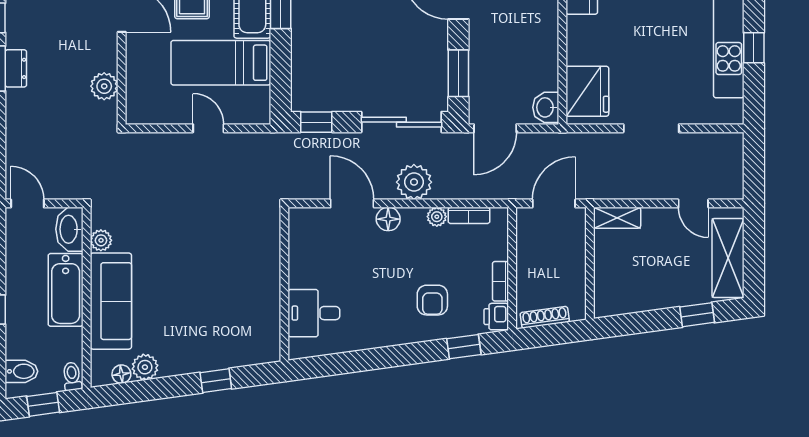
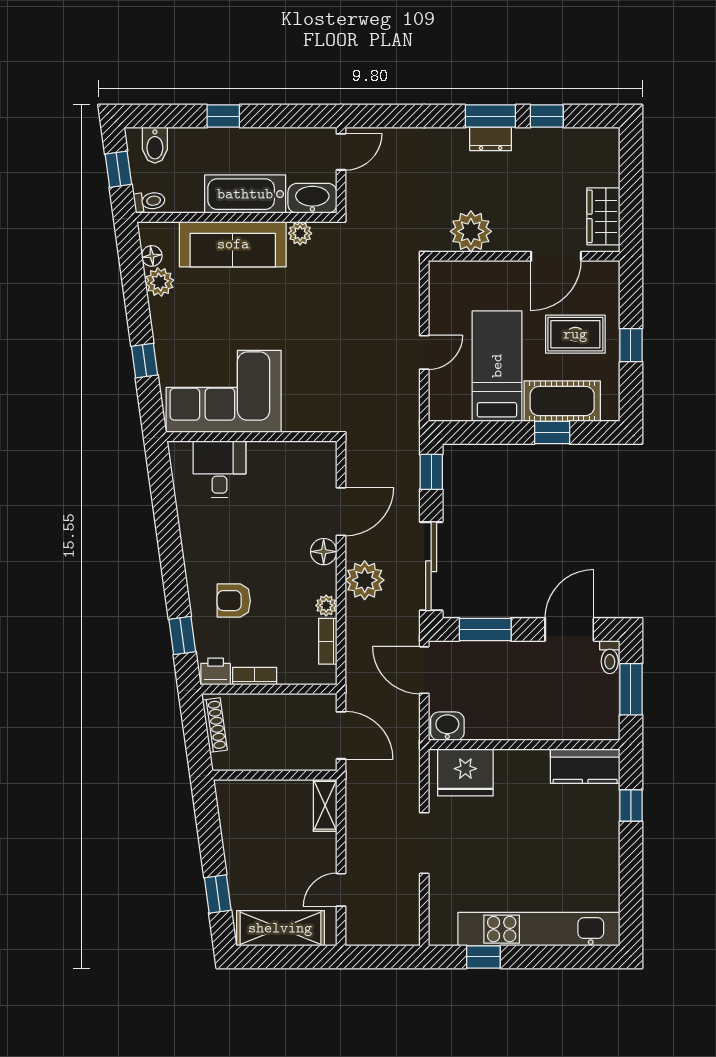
window: (754, 48) -> (483, 957), moved
plant: (104, 86) -> (471, 231), width x1.36, depth x1.36
corner sofa: (244, 309) -> (224, 391), added

